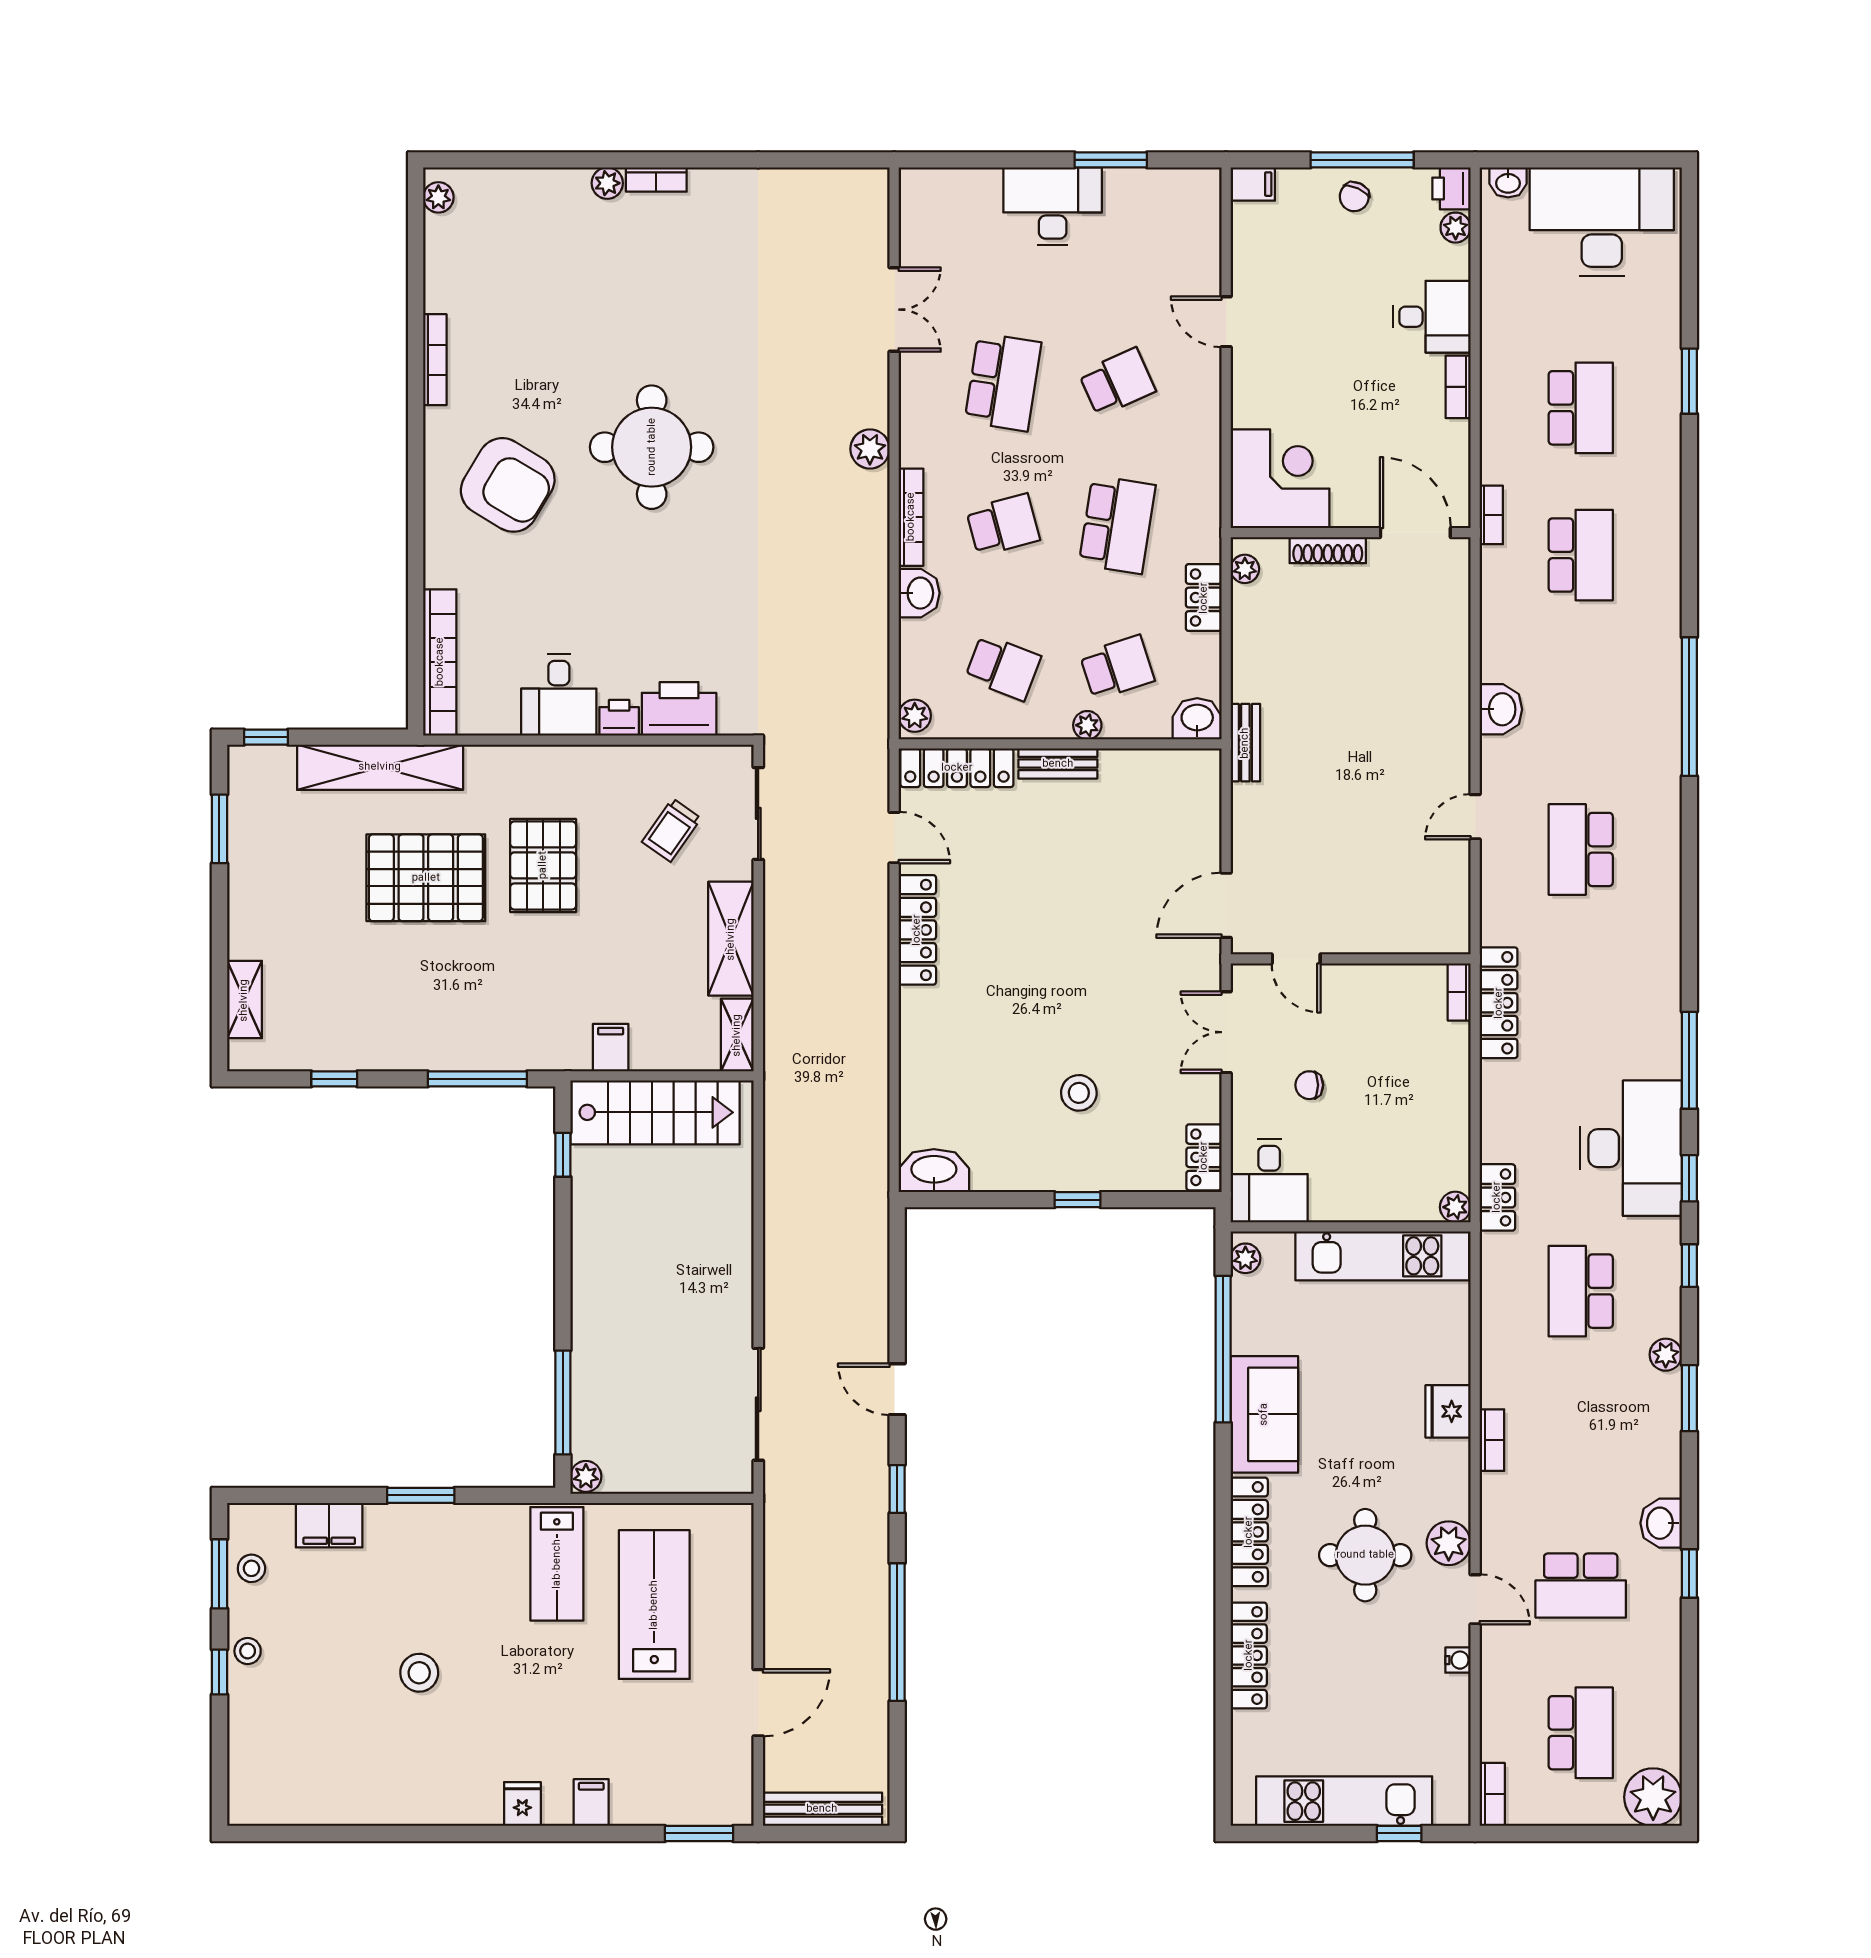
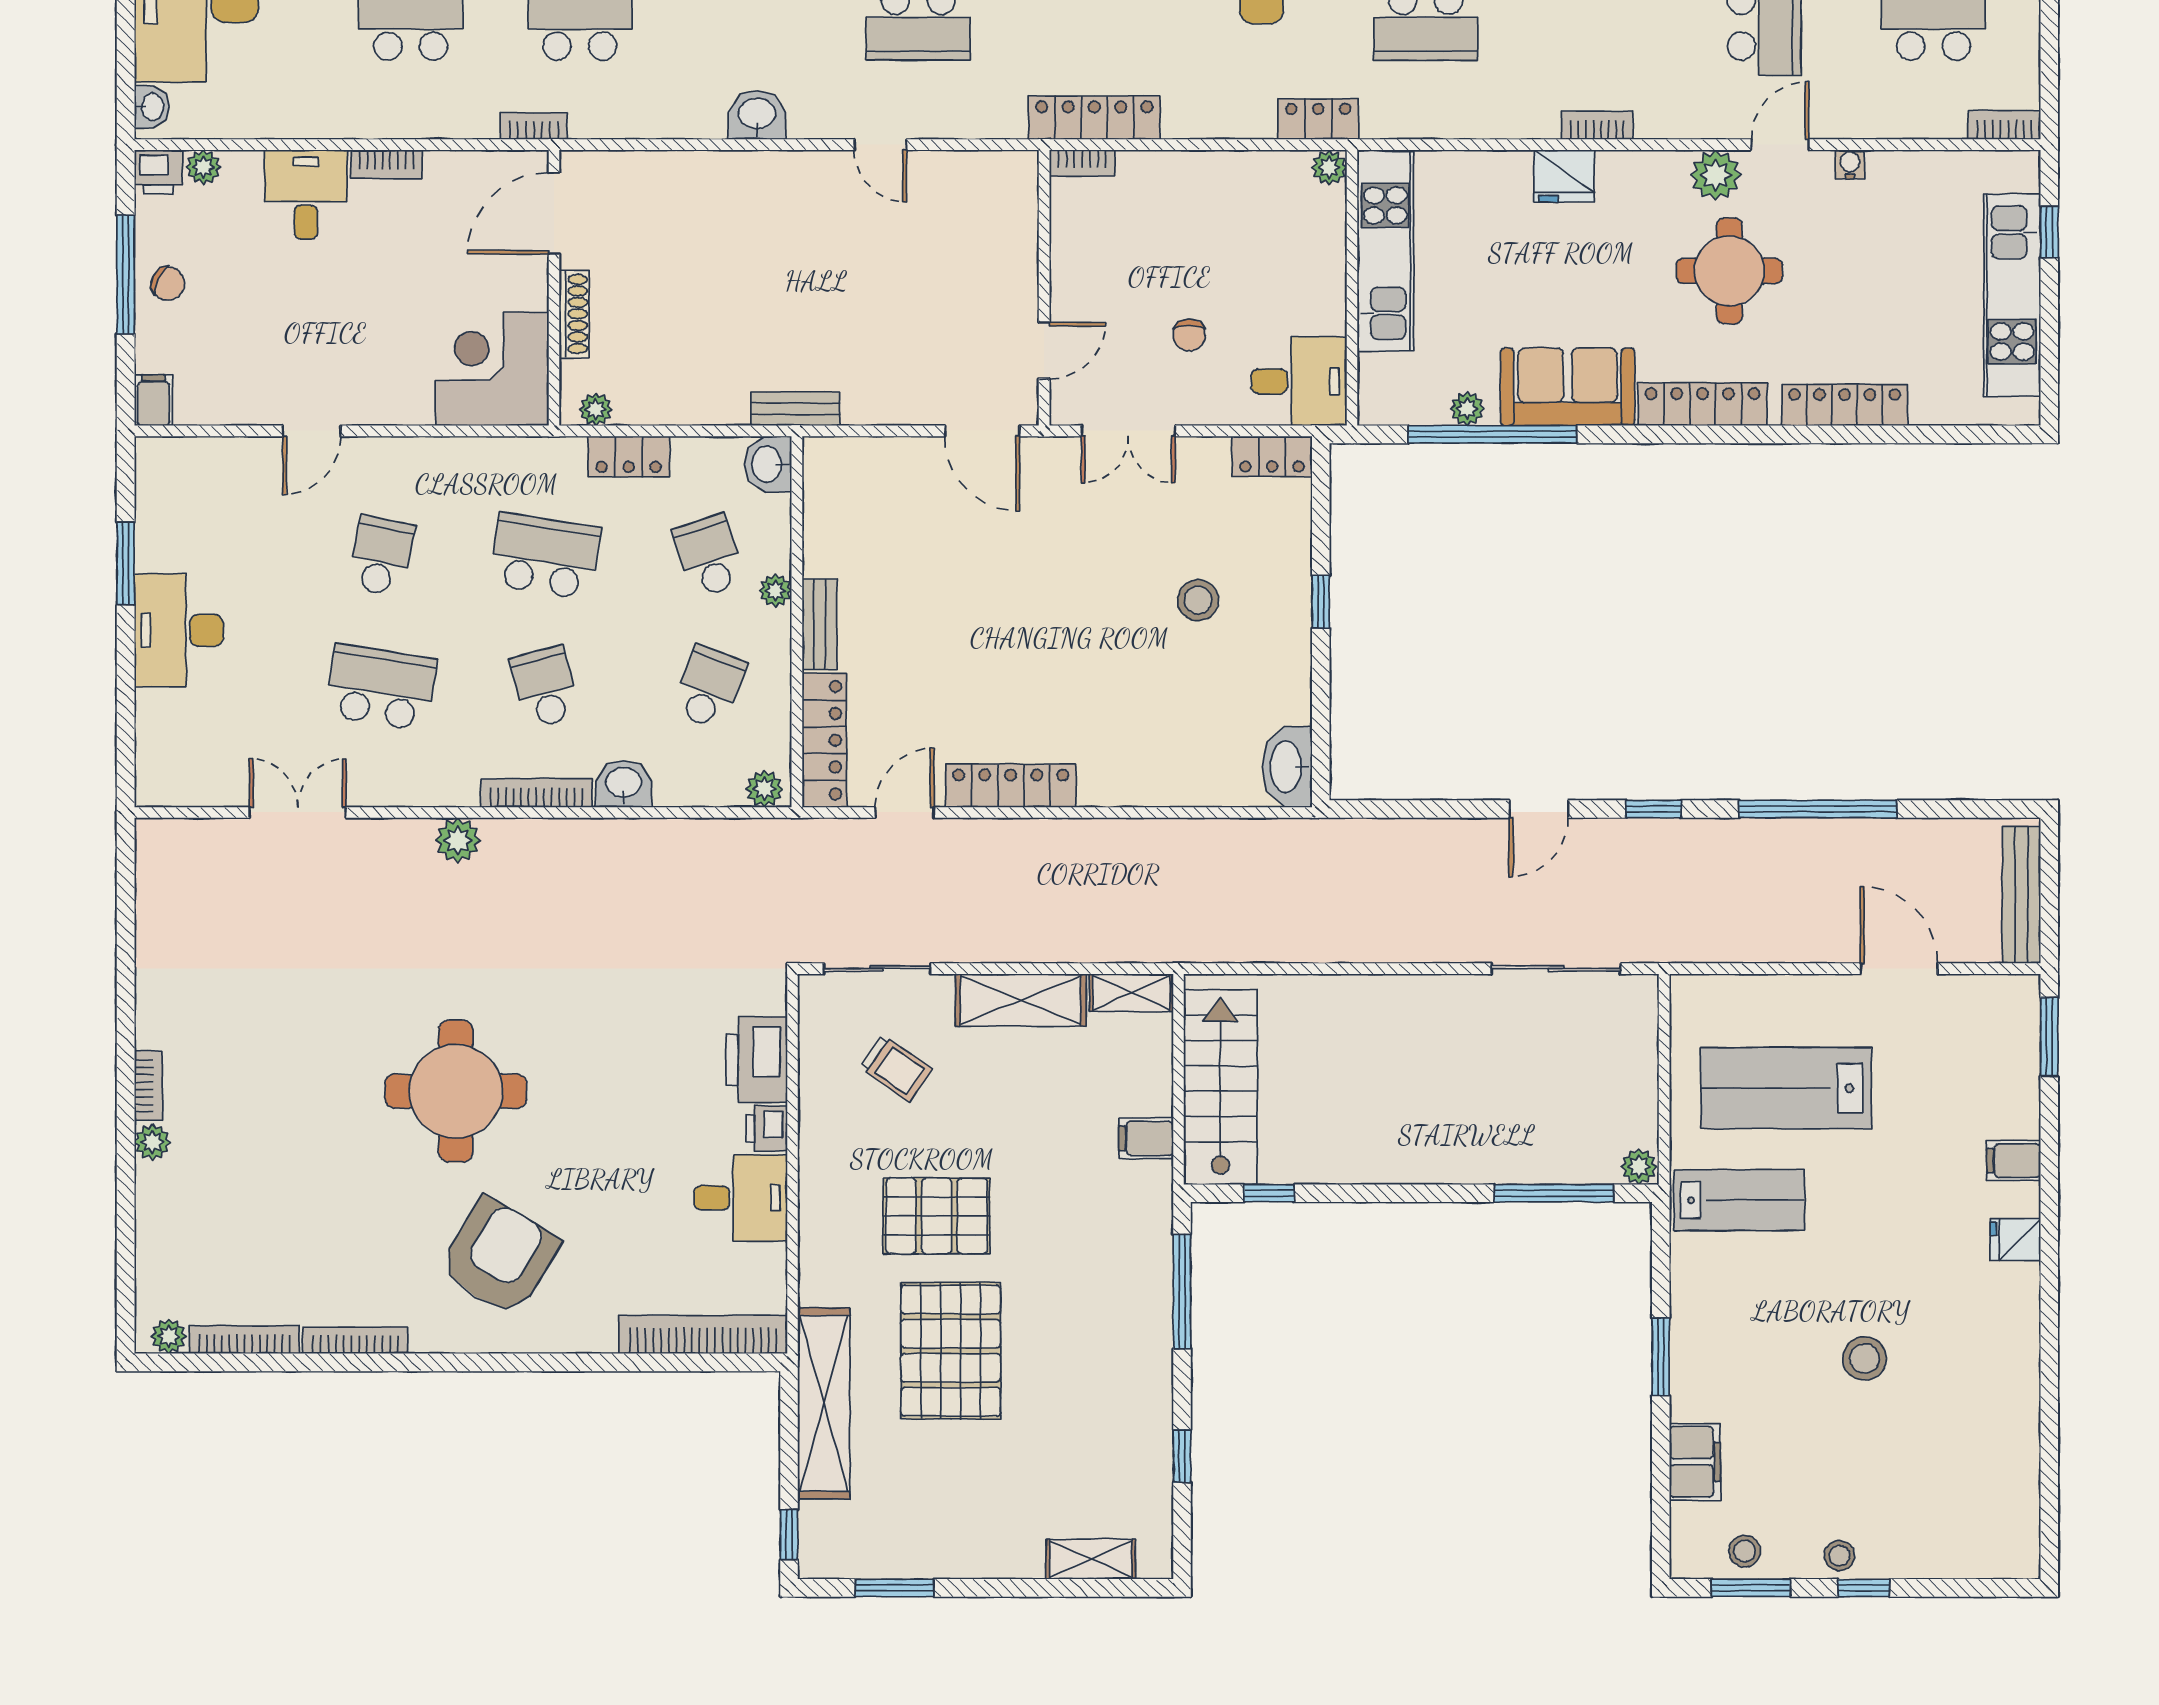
bookcase: (435, 263) -> (244, 1340), added
school desk: (1117, 382) -> (381, 556), turned 36
plant: (1245, 1258) -> (1467, 409), moved

